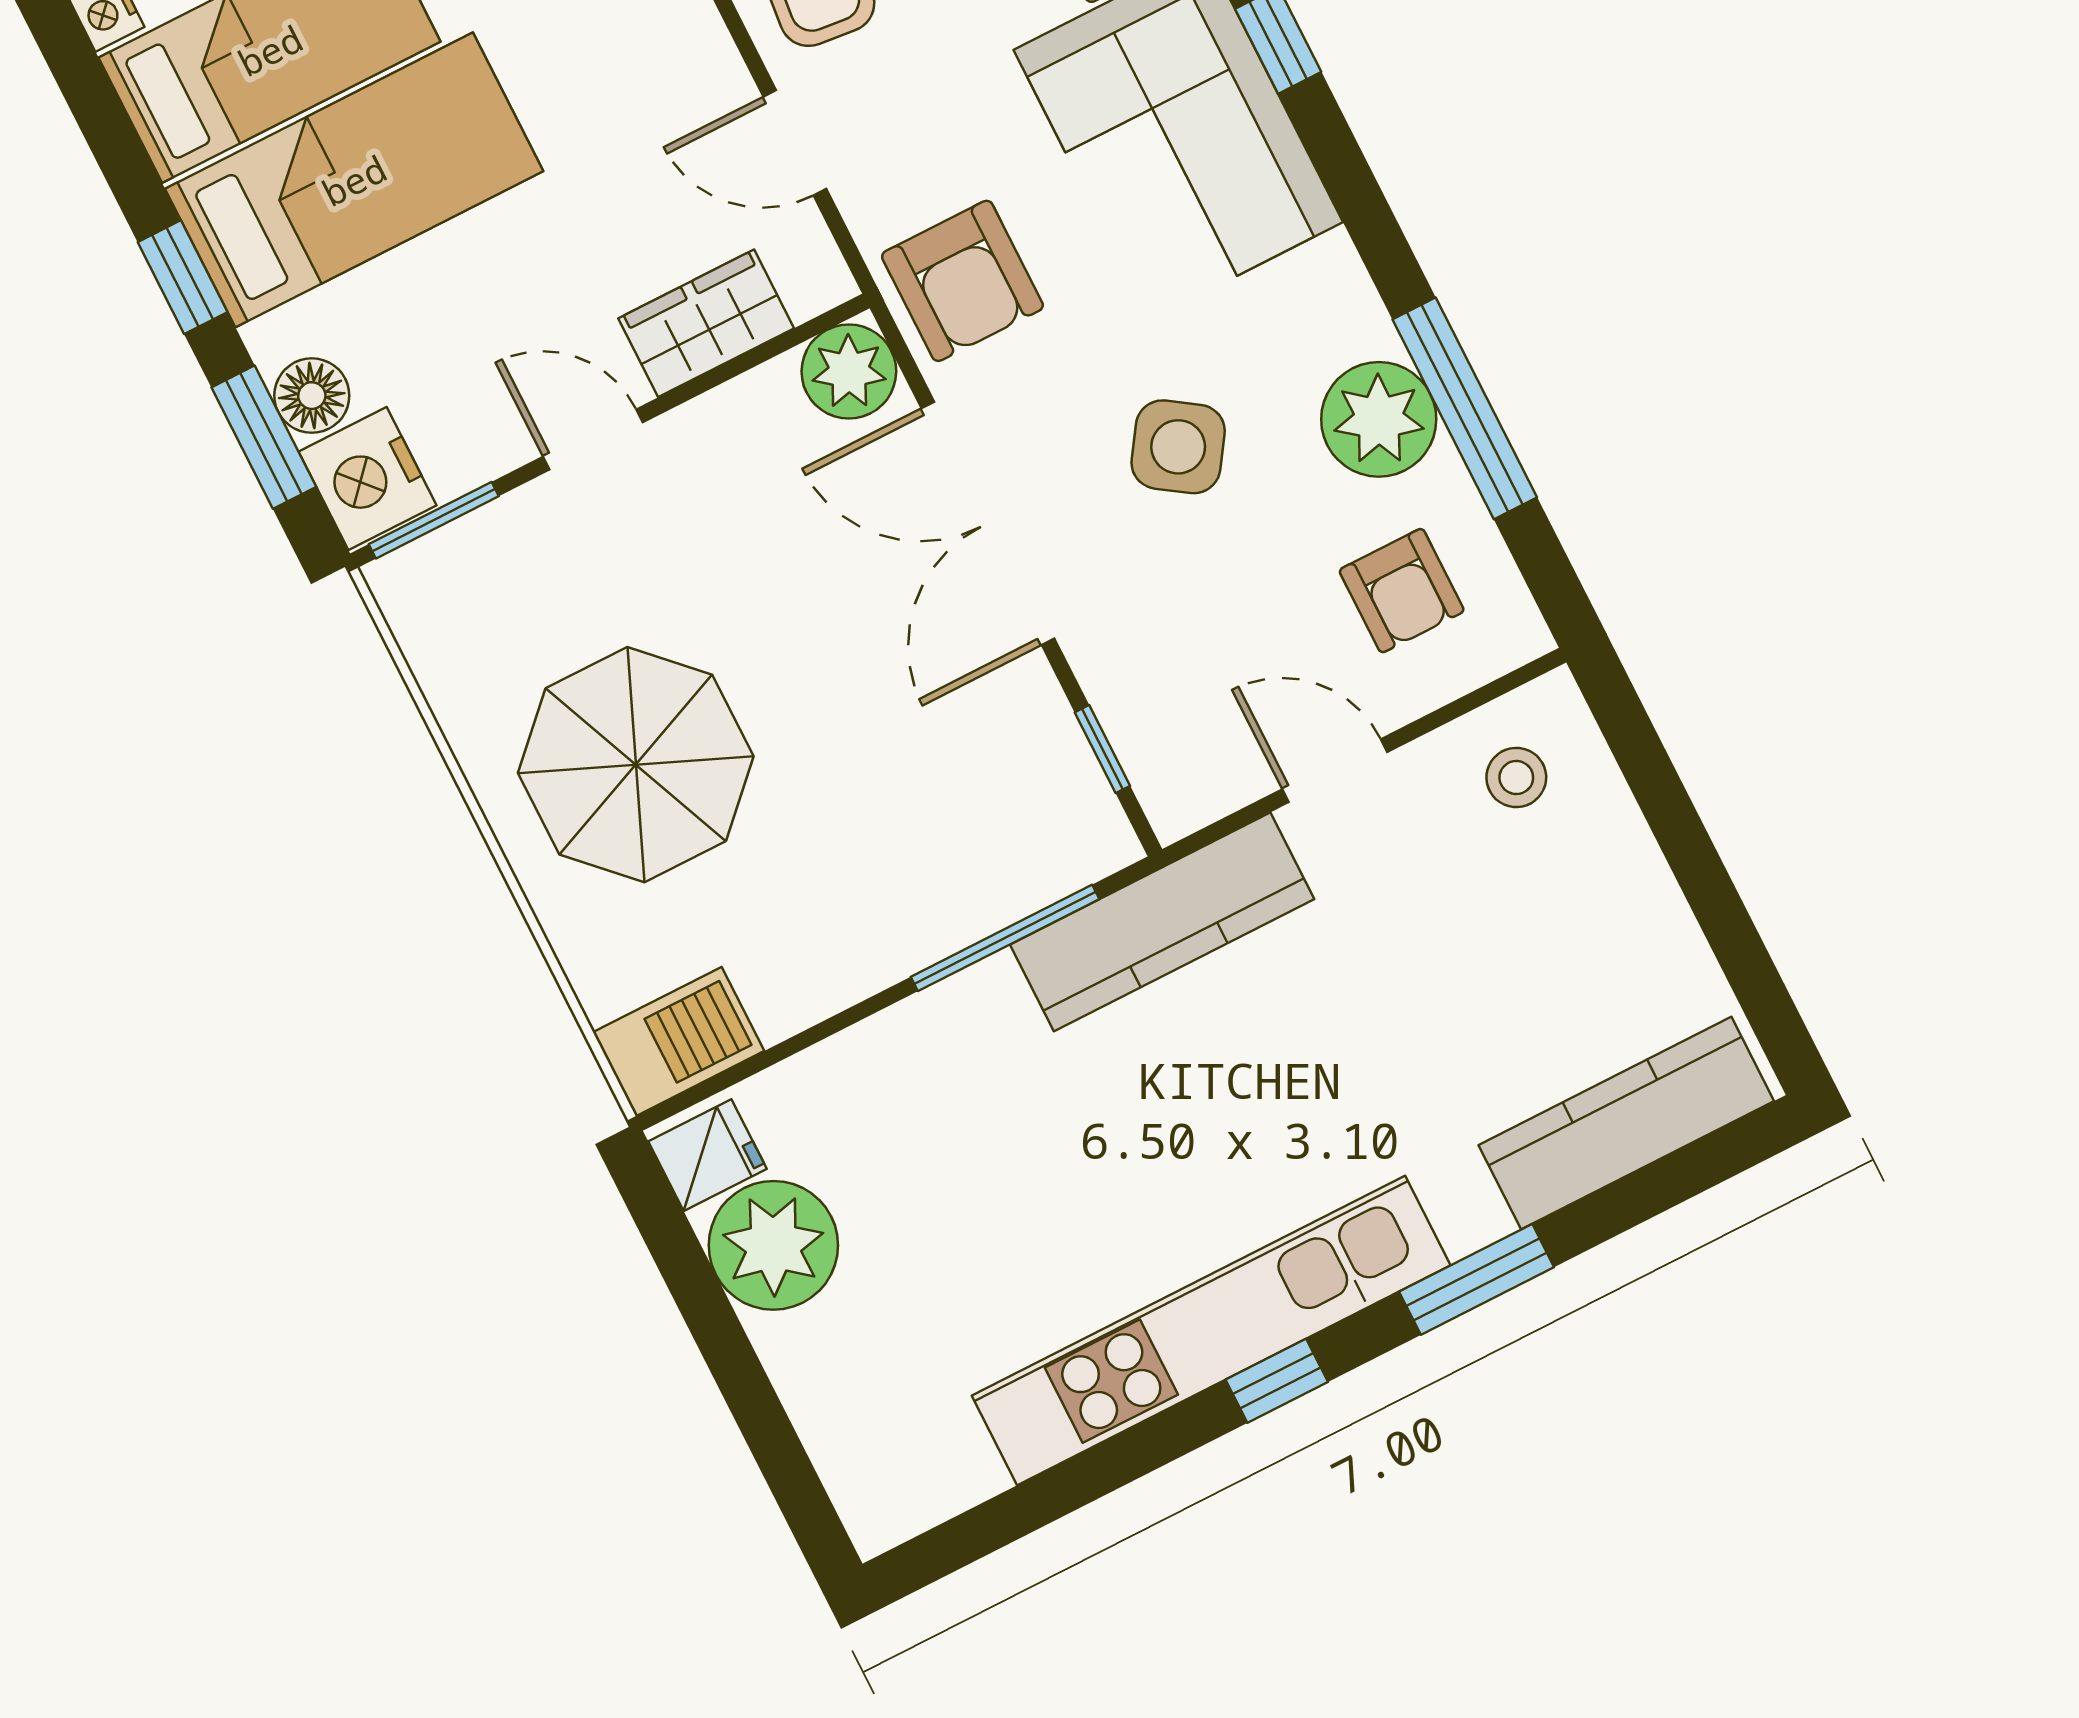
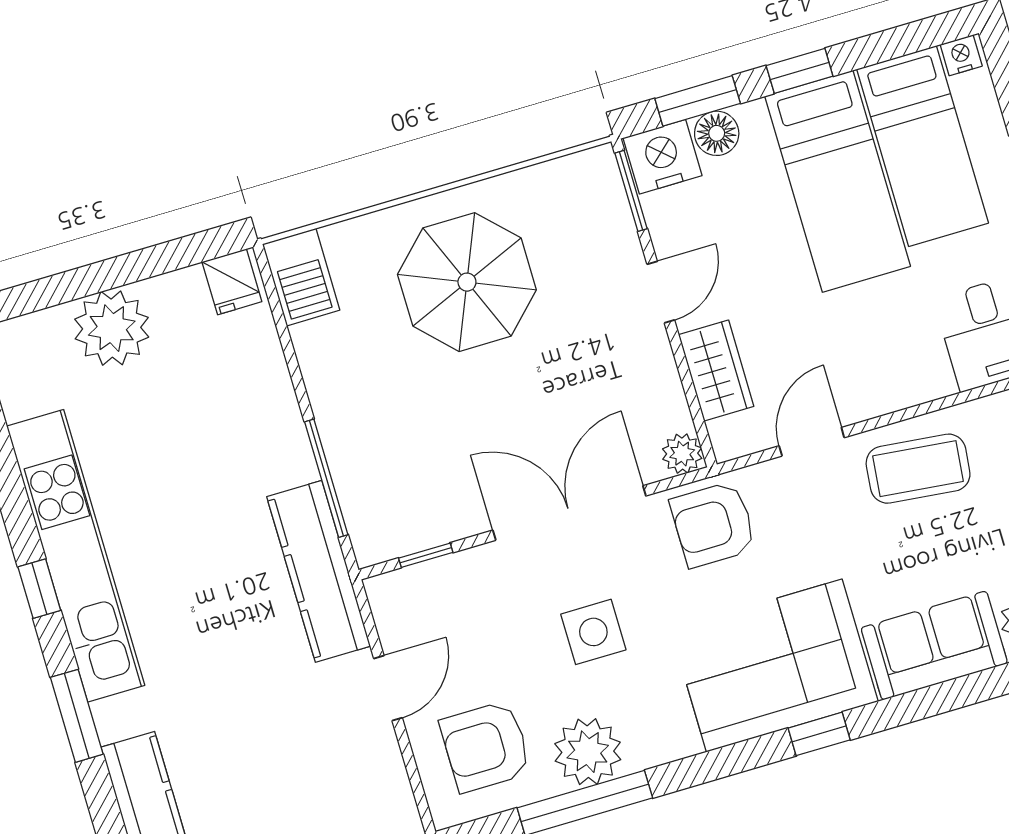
plant: (849, 372) -> (682, 454), width x0.73, depth x0.73
side table: (1178, 447) -> (593, 632), turned -34
armchair: (1402, 591) -> (486, 746), width x1.38, depth x1.38
stool: (1516, 777) -> (364, 793), removed
plant: (773, 1245) -> (112, 328), moved

